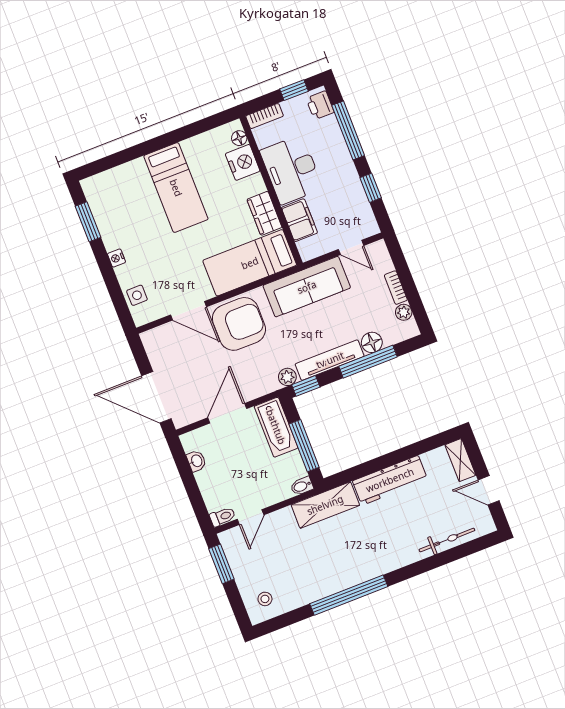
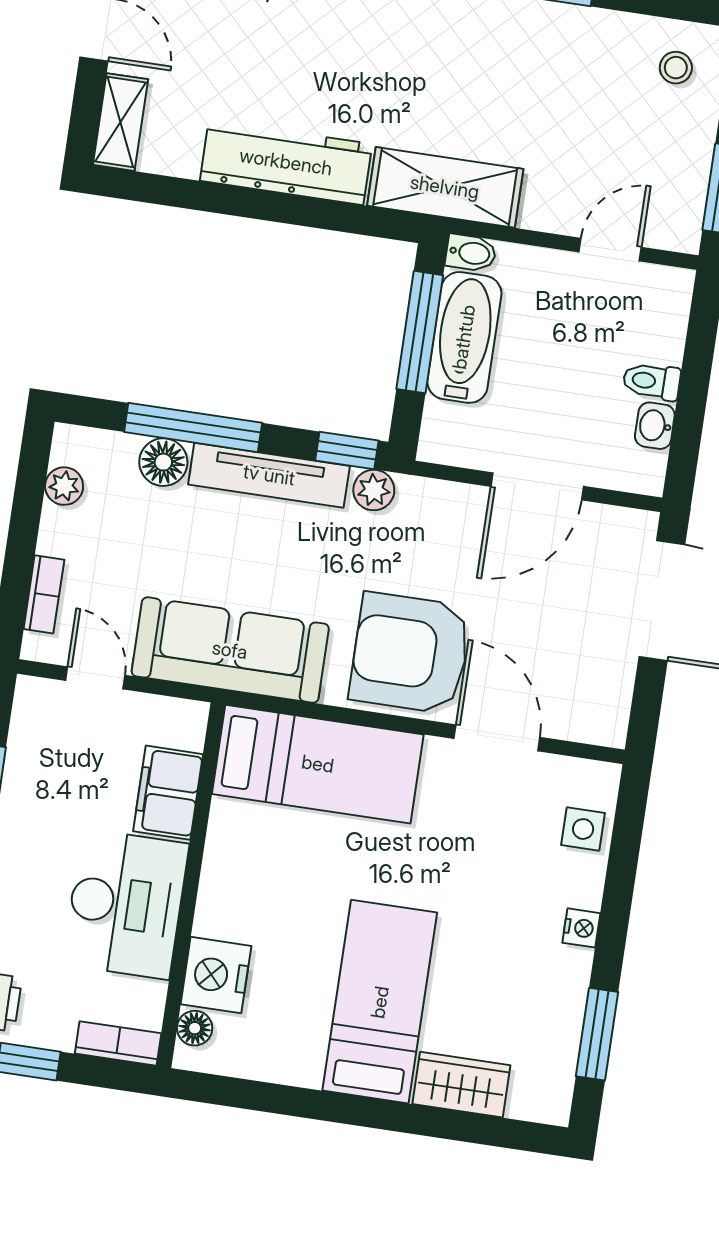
wardrobe: (264, 213) -> (461, 1085), moved, turned -90
bookcase: (396, 288) -> (44, 594), moved
bathtub: (276, 427) -> (464, 337), moved
toilet: (223, 517) -> (652, 381), moved

